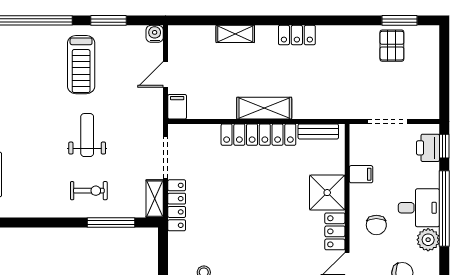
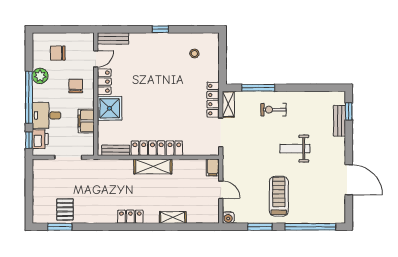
door: (166, 74) -> (221, 190), hinge flipped
weight bench: (87, 135) -> (295, 149), moved, turned 90
filing cabinet: (361, 174) -> (86, 121), width x2.00
desk: (419, 208) -> (46, 115), moved

